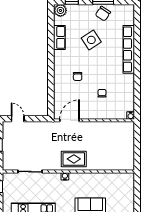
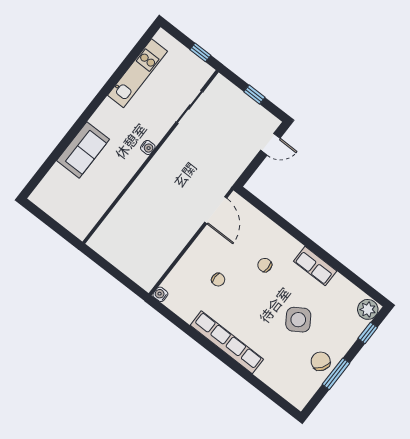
row of seats: (59, 37) -> (315, 266), moved
row of seats: (129, 49) -> (227, 342), moved
rug: (74, 159) -> (161, 177), removed

